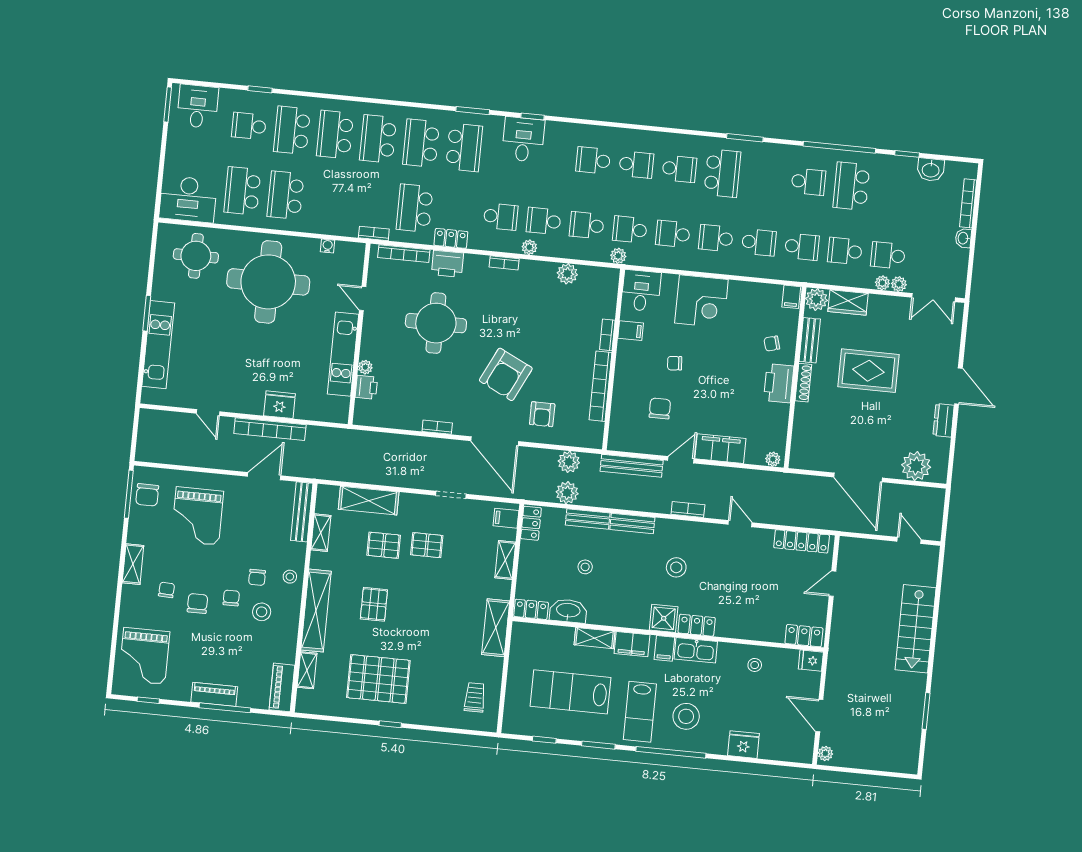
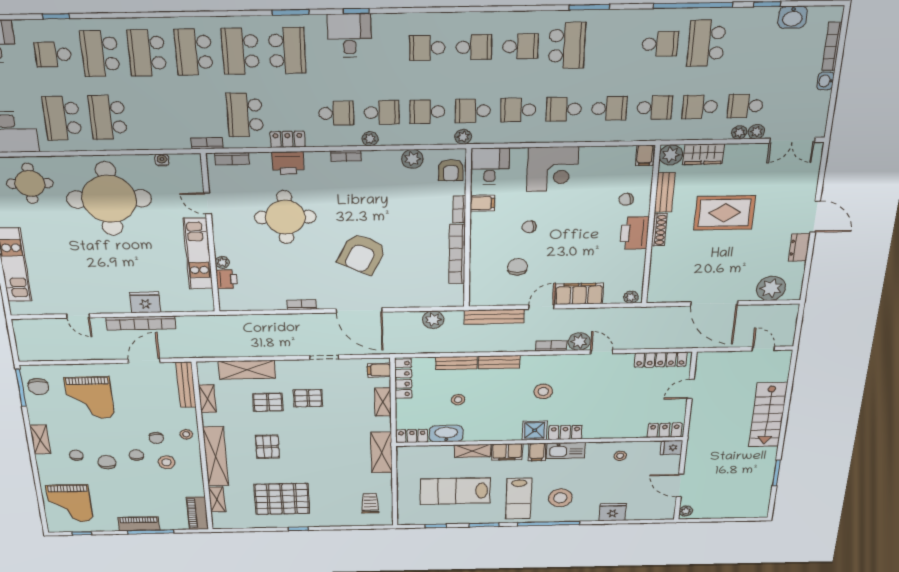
school desk: (544, 221) -> (382, 112), turned 180
bookcase: (404, 254) -> (232, 159), width x0.64
armchair: (542, 414) -> (451, 170), moved
plant: (567, 493) -> (579, 342), moved
locker: (531, 523) -> (403, 379), width x1.53

